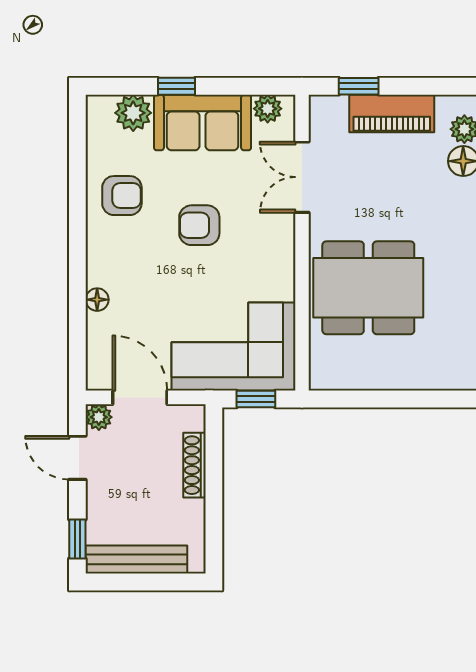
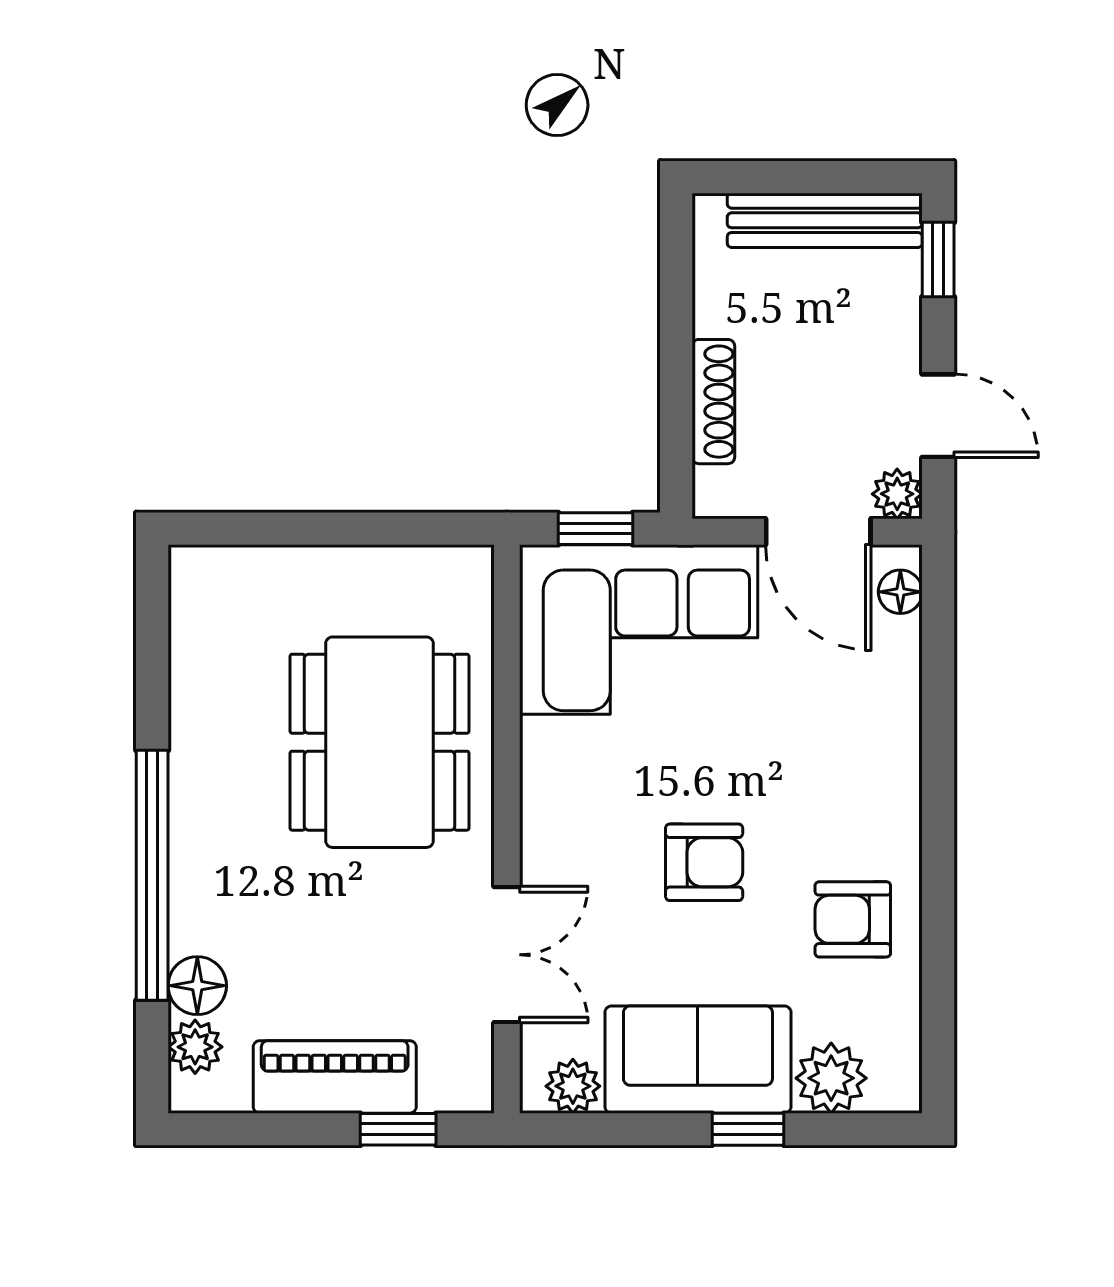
dining table: (368, 288) -> (380, 742), turned 90
floor lamp: (97, 300) -> (900, 592), moved

